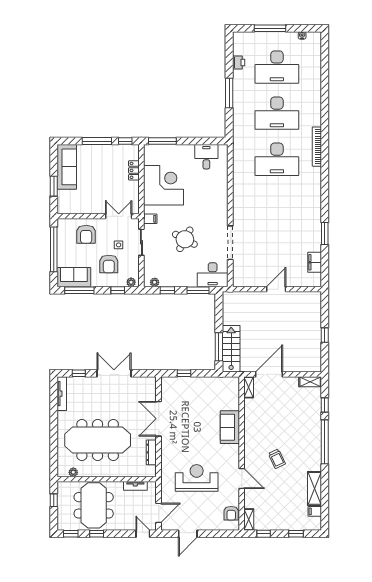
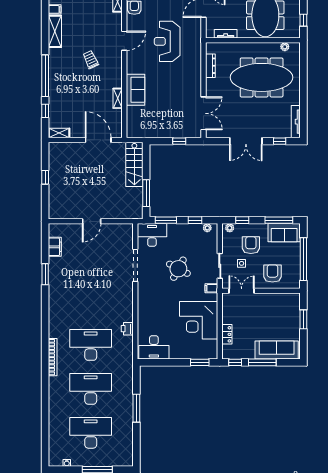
printer: (239, 62) -> (127, 329), moved
window: (162, 141) -> (200, 362), width x0.69
desk: (206, 157) -> (154, 347), width x1.37
sofa: (67, 167) -> (277, 350), moved, turned 90
double door: (119, 216) -> (242, 291), swing flipped
window: (219, 347) -> (146, 193), moved
door: (269, 374) -> (98, 140), swing flipped
shelving: (249, 387) -> (118, 98), moved
double door: (159, 419) -> (204, 113), moved
reception desk: (197, 478) -> (167, 41), turned 90
door: (242, 479) -> (124, 41), swing flipped

